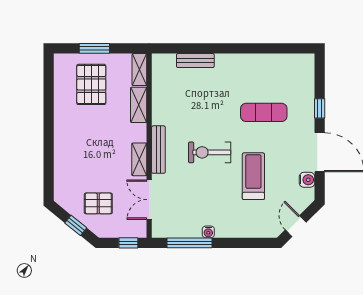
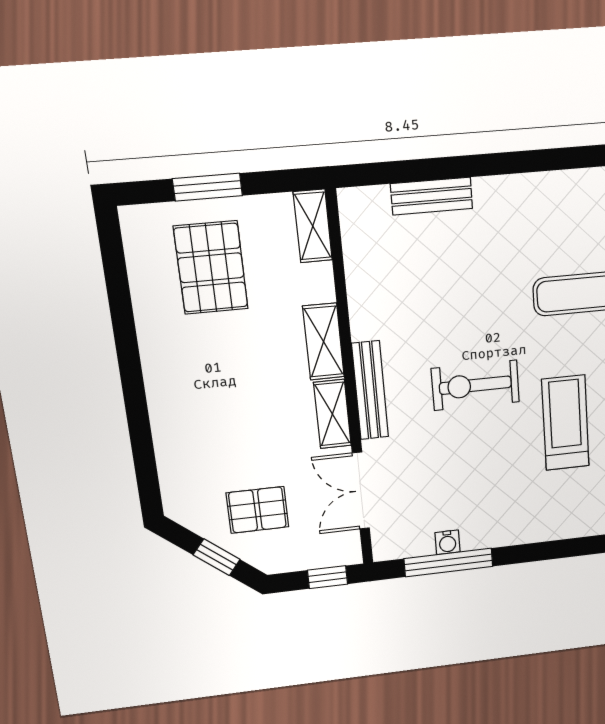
shelving: (139, 105) -> (323, 342), moved
water cooler: (208, 232) -> (448, 542), moved

